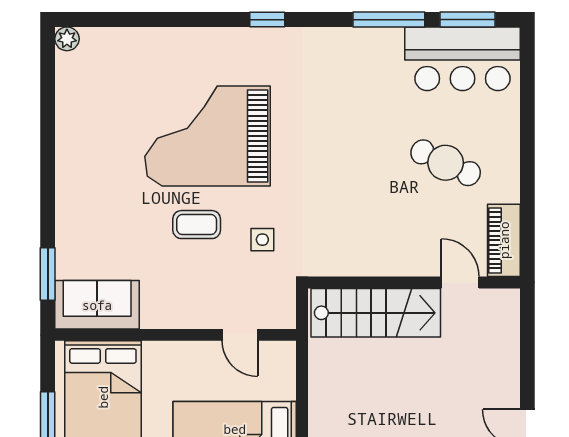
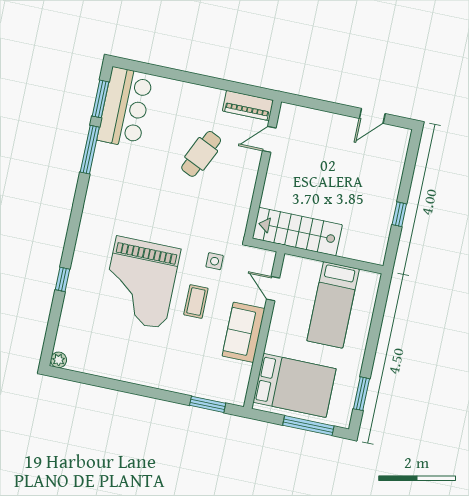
window: (267, 20) -> (62, 279), moved
cafe table: (446, 163) -> (201, 154), moved
sofa: (97, 305) -> (243, 332), moved
stairs: (376, 313) -> (297, 232), moved, turned -90
door: (240, 335) -> (273, 289), swing flipped

